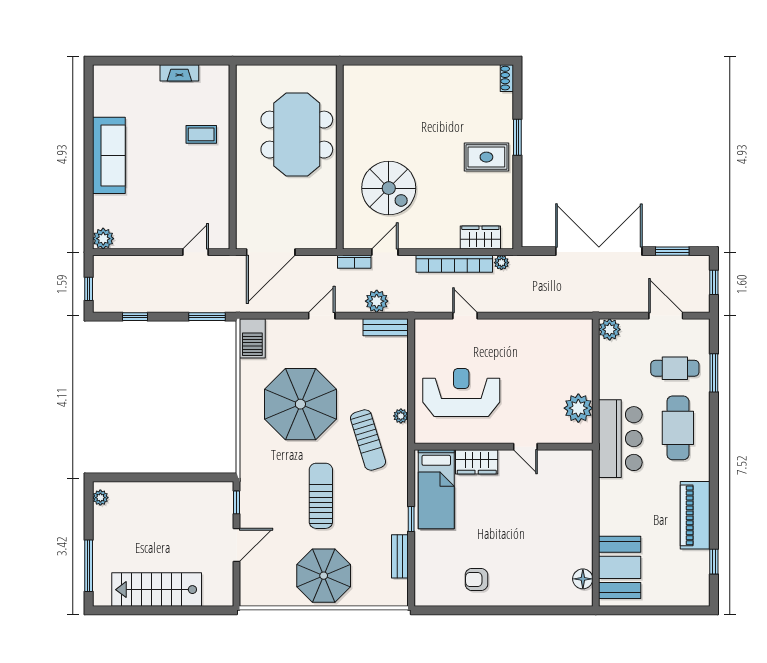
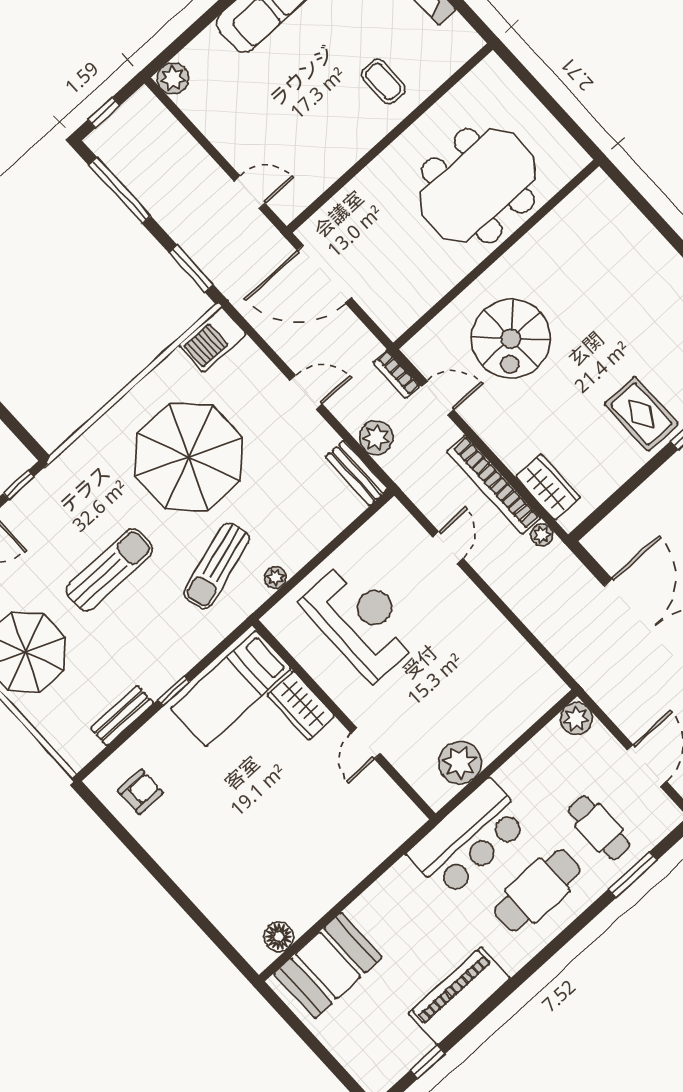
window: (135, 317) -> (120, 190), width x2.17
armchair: (476, 579) -> (140, 792), moved, turned 90

